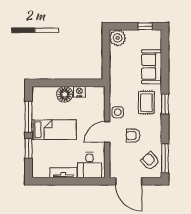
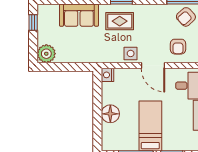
nightstand: (79, 92) -> (107, 75), moved
armchair: (133, 136) -> (178, 47), moved

